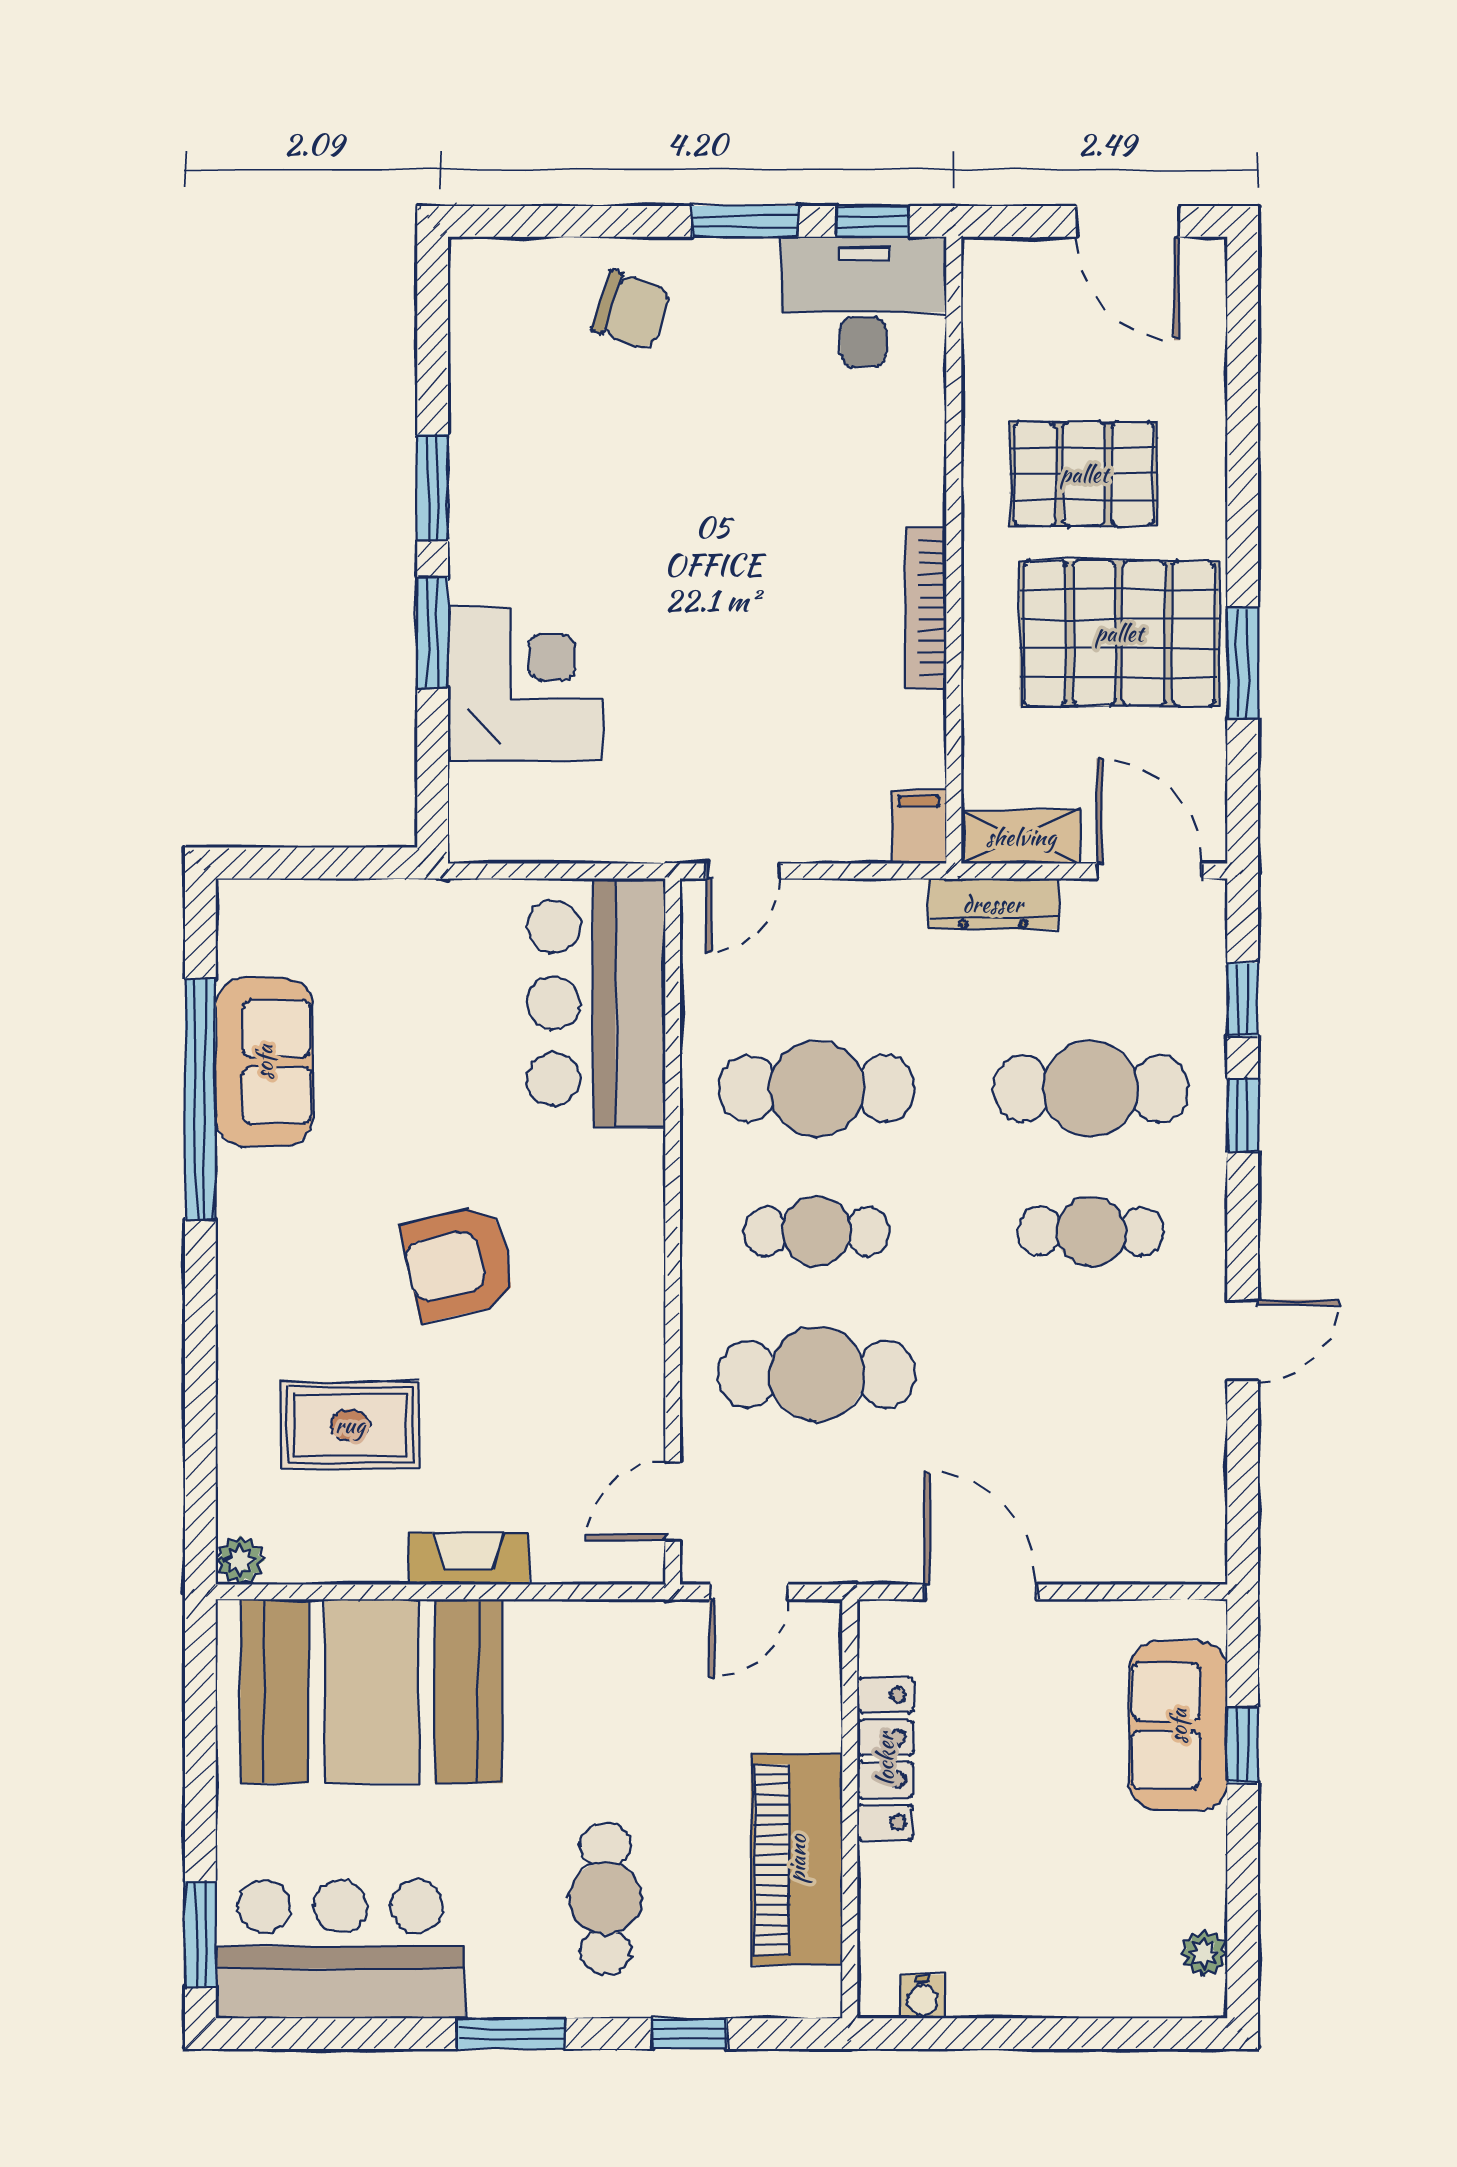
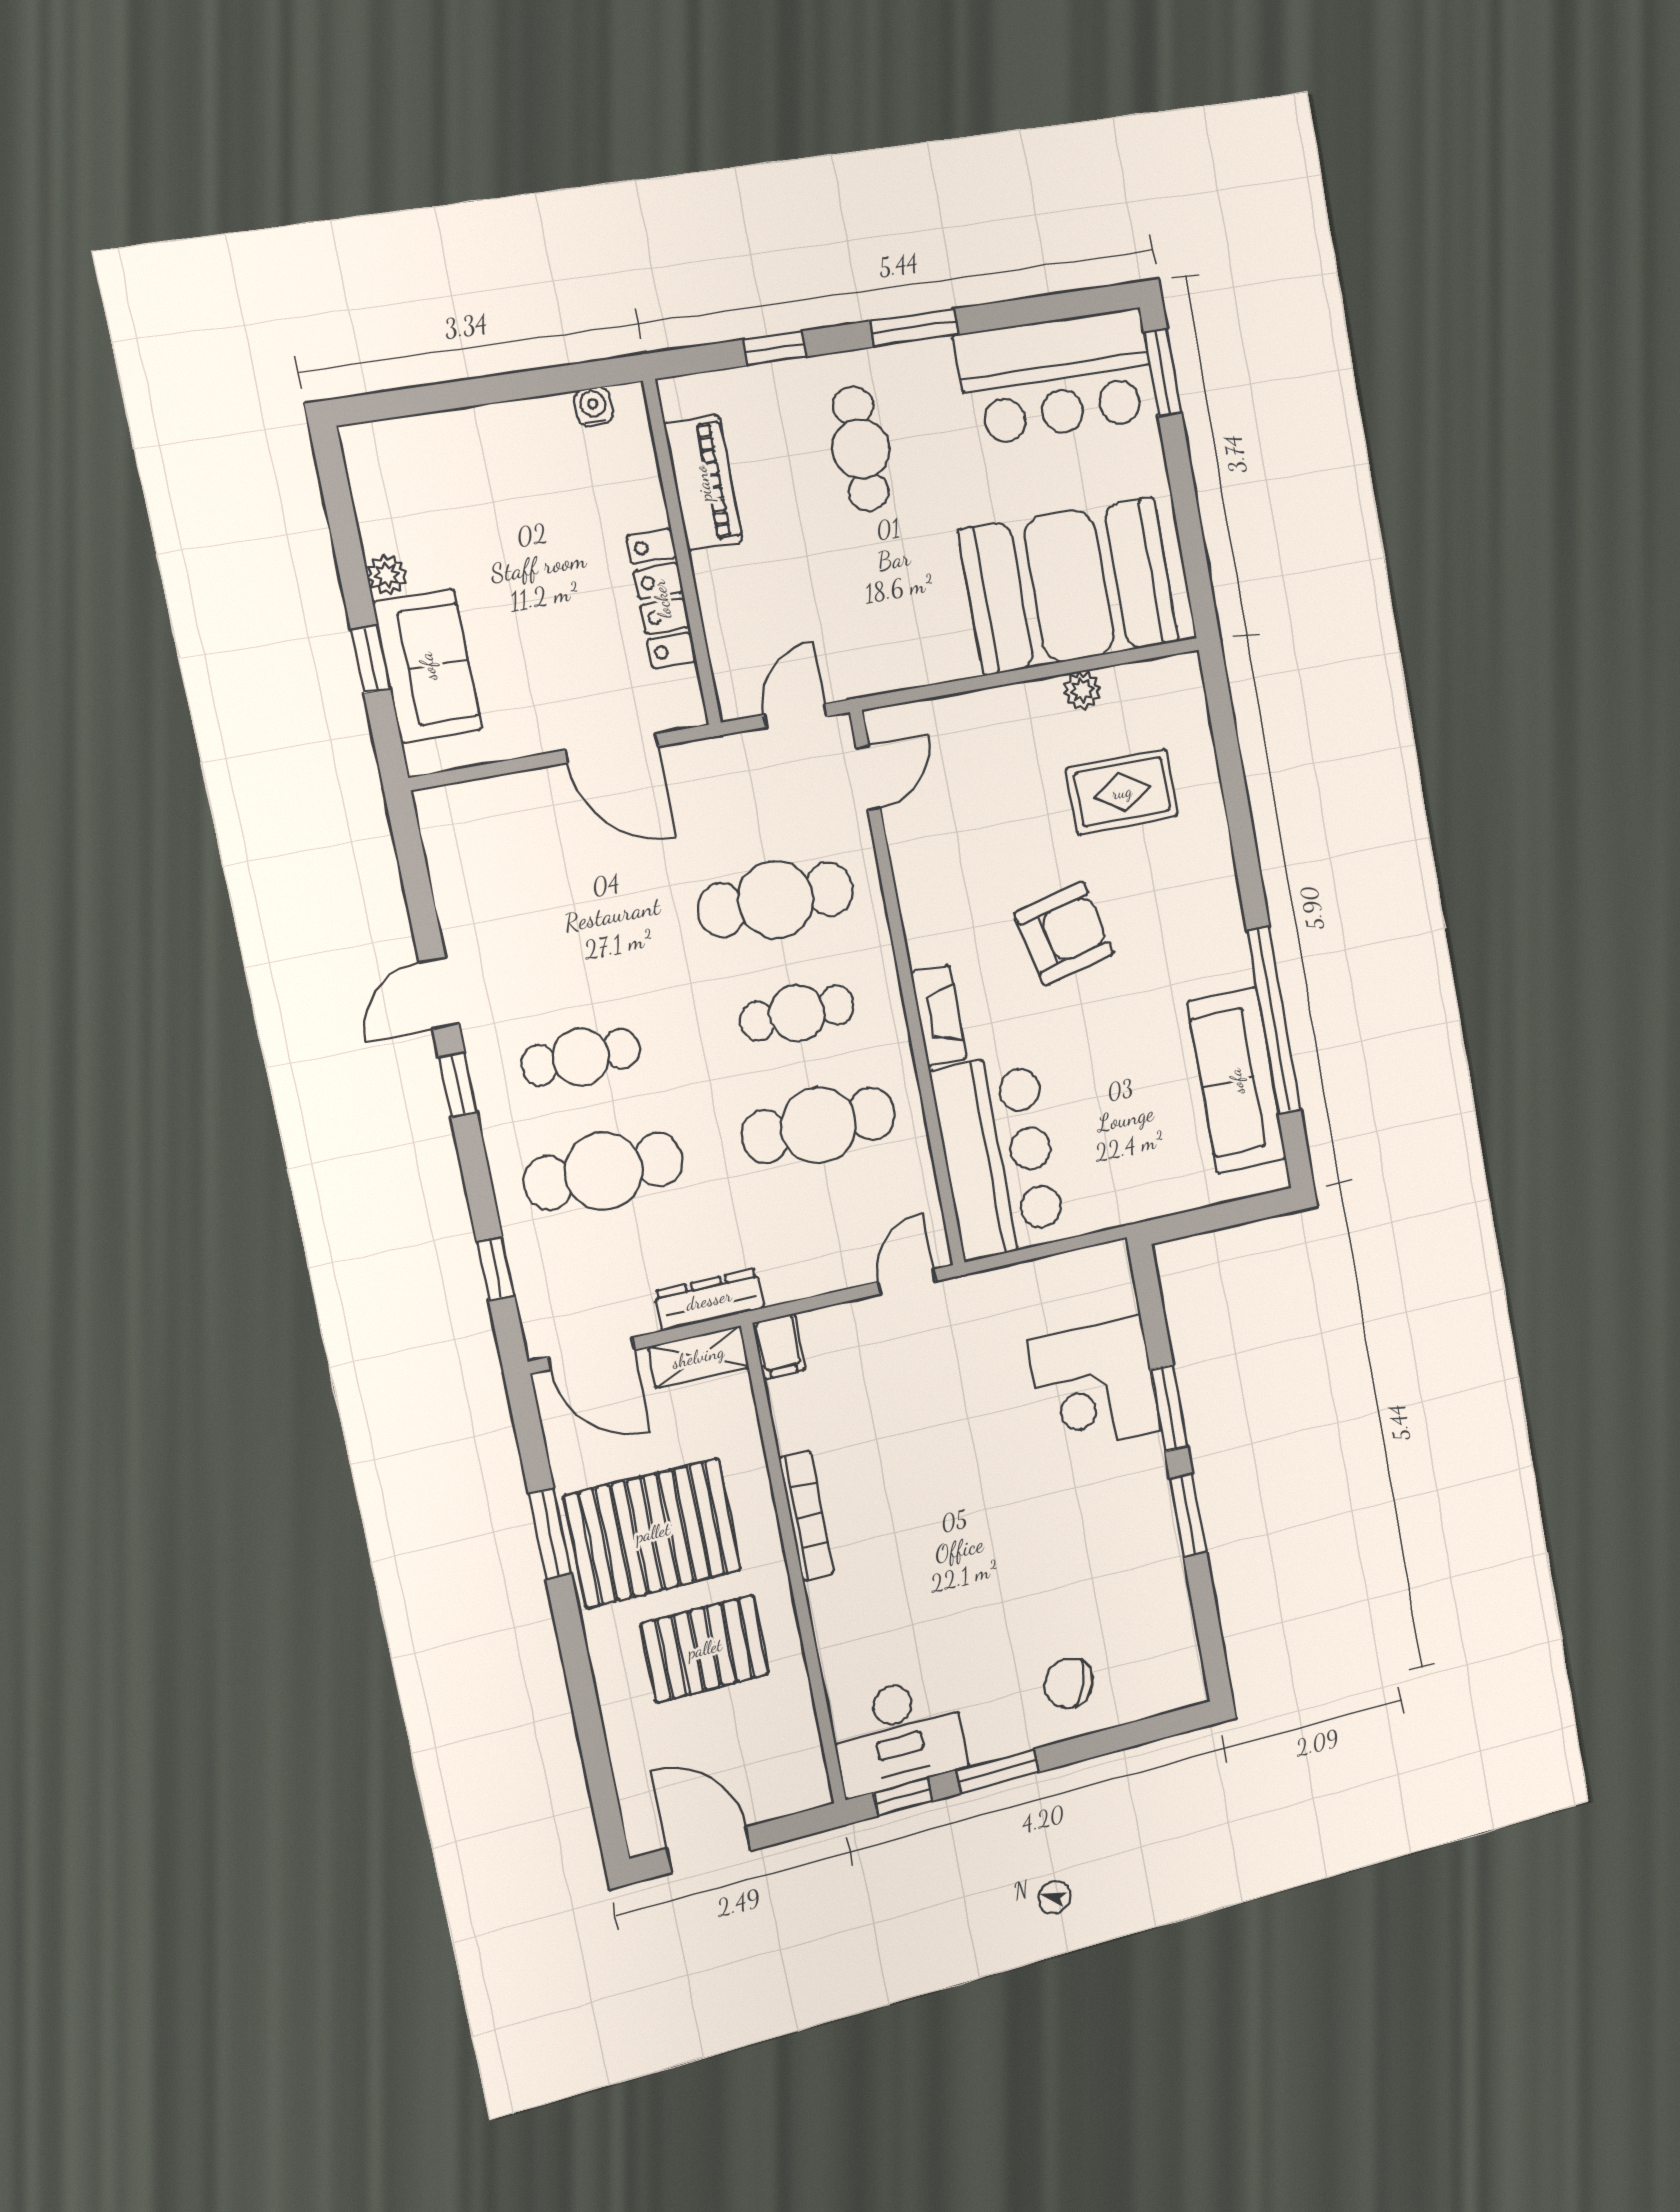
sofa: (264, 1062) -> (1237, 1081), width x1.36
window: (1243, 1115) -> (458, 1085), moved
fireplace: (468, 1559) -> (939, 1016), moved, turned -90
plant: (240, 1560) -> (1082, 690), moved
piano: (797, 1859) -> (703, 483), width x0.73, depth x0.75
plant: (1204, 1953) -> (387, 575), moved

